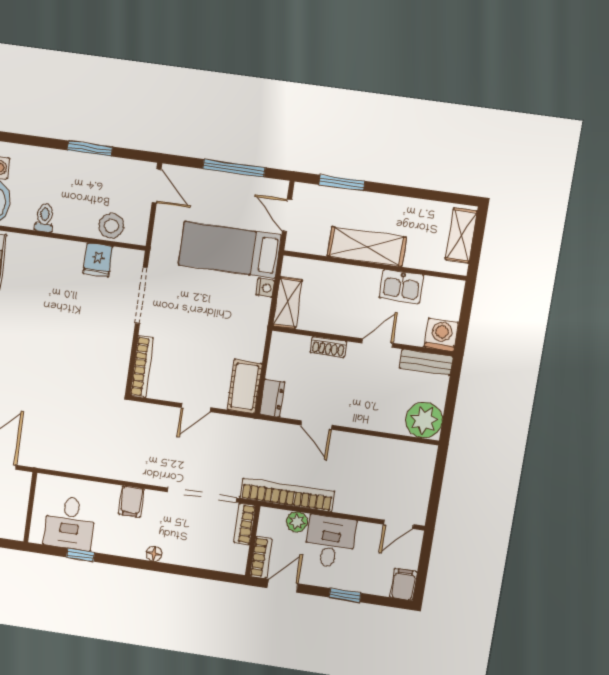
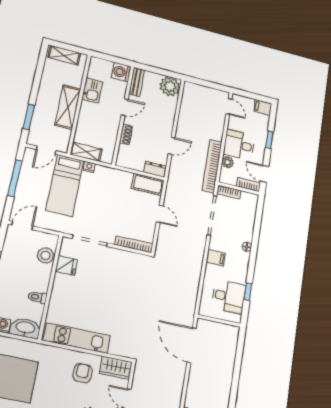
shelving: (288, 303) -> (86, 152), moved
door: (377, 343) -> (125, 107), swing flipped

